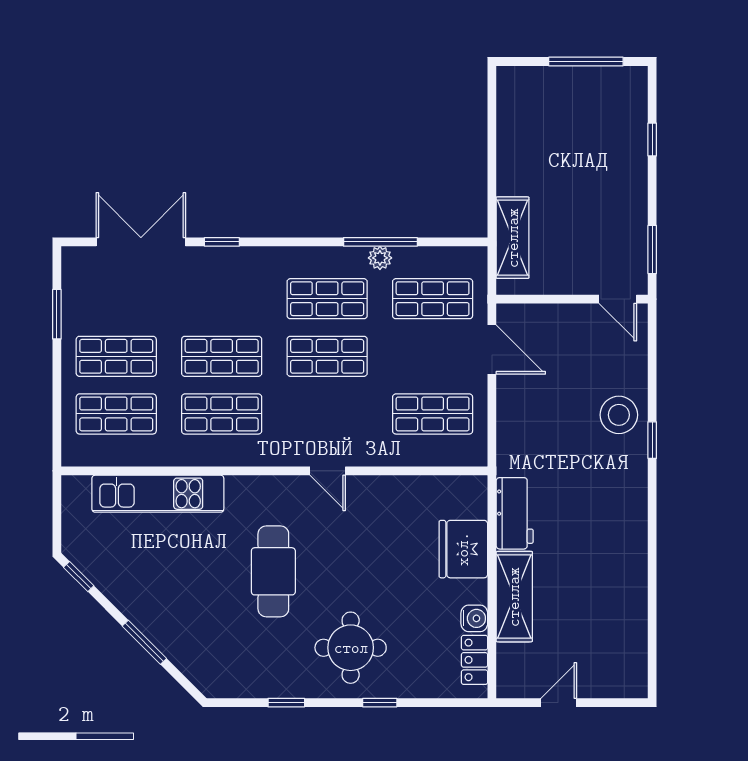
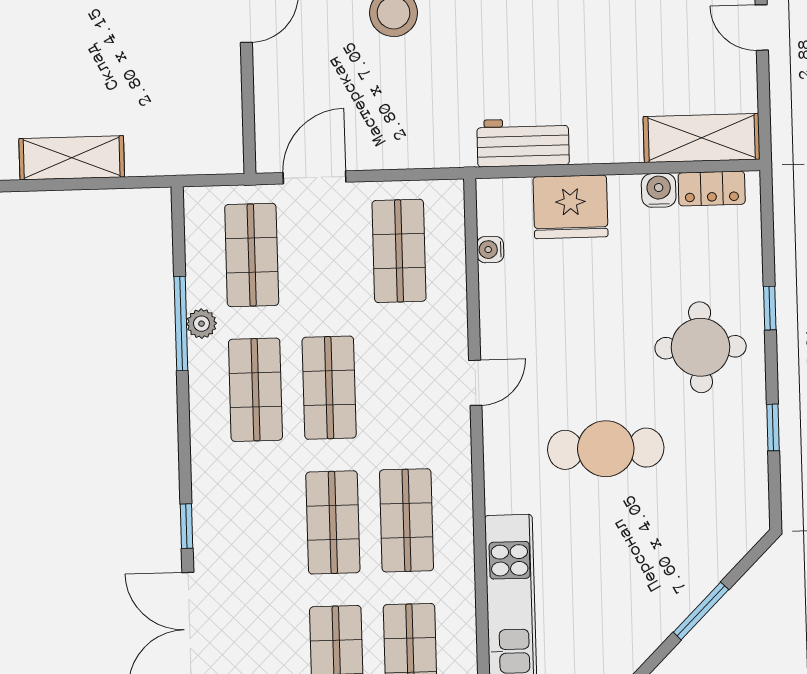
shelving: (513, 238) -> (72, 158), moved
water cooler: (432, 485) -> (490, 250), added
shelving: (514, 597) -> (702, 138), moved
door: (559, 703) -> (762, 28), moved

